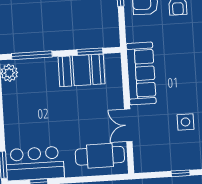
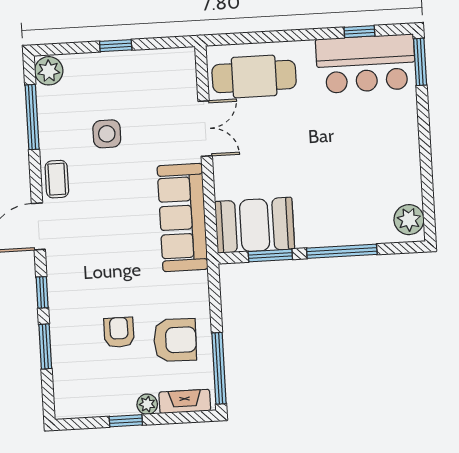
window: (32, 55) -> (342, 251), moved
booth: (81, 70) -> (255, 225), moved

